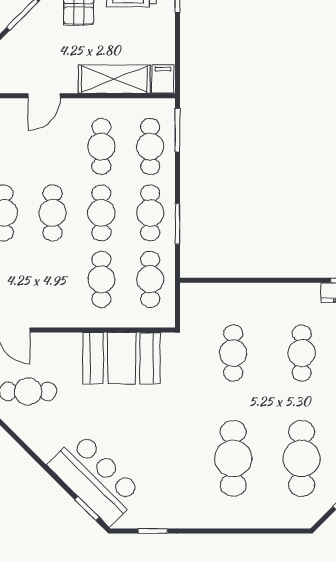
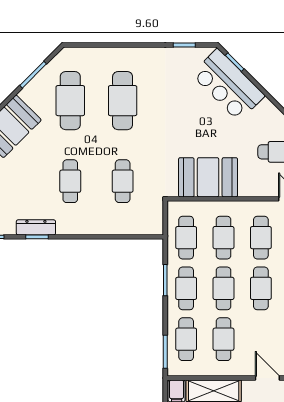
door: (44, 96) -> (267, 378), hinge flipped
cafe table: (53, 279) -> (261, 238), added

